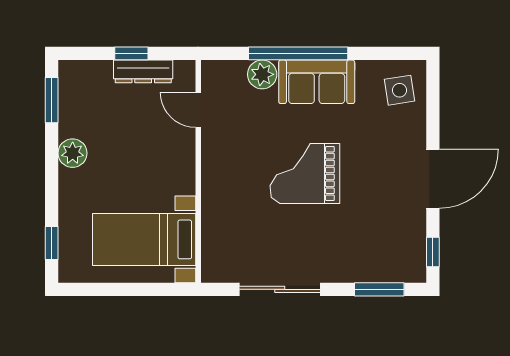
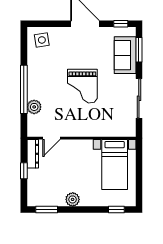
dresser: (143, 71) -> (33, 154), moved
sofa: (317, 82) -> (125, 55), moved, turned 180

